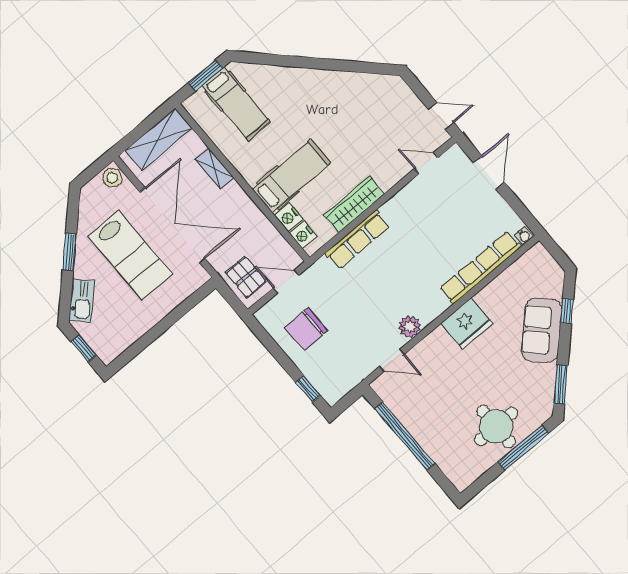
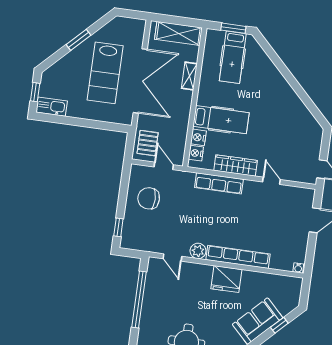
door: (426, 163) -> (271, 181), moved
stool: (112, 178) -> (137, 27), removed
row of seats: (480, 267) -> (238, 257), moved
kitchen sink: (82, 301) -> (52, 107), moved, turned -135

